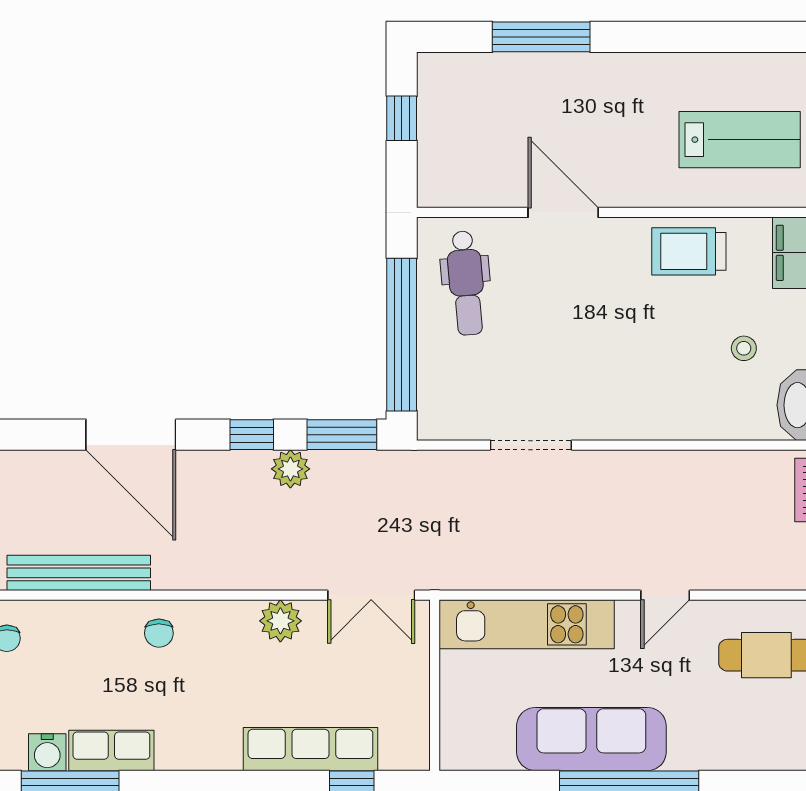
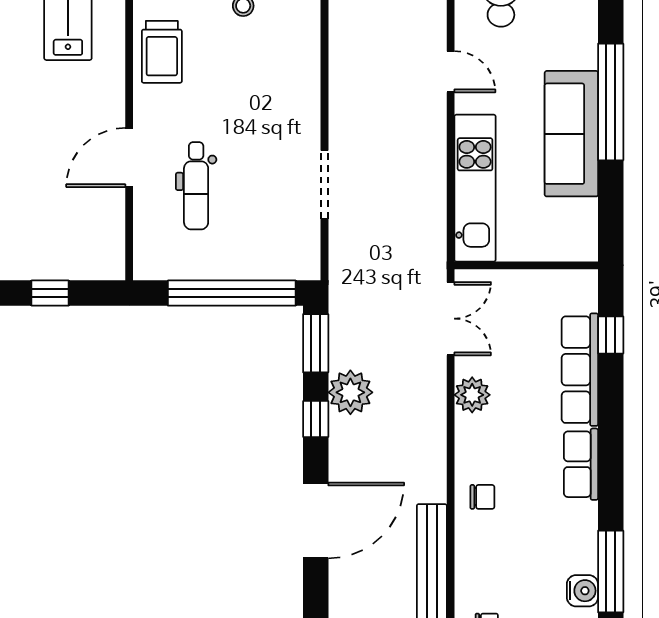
dental chair: (466, 283) -> (196, 186), moved, turned 95
plant: (290, 469) -> (350, 392), width x1.36, depth x1.36
row of seats: (111, 751) -> (581, 464), moved

